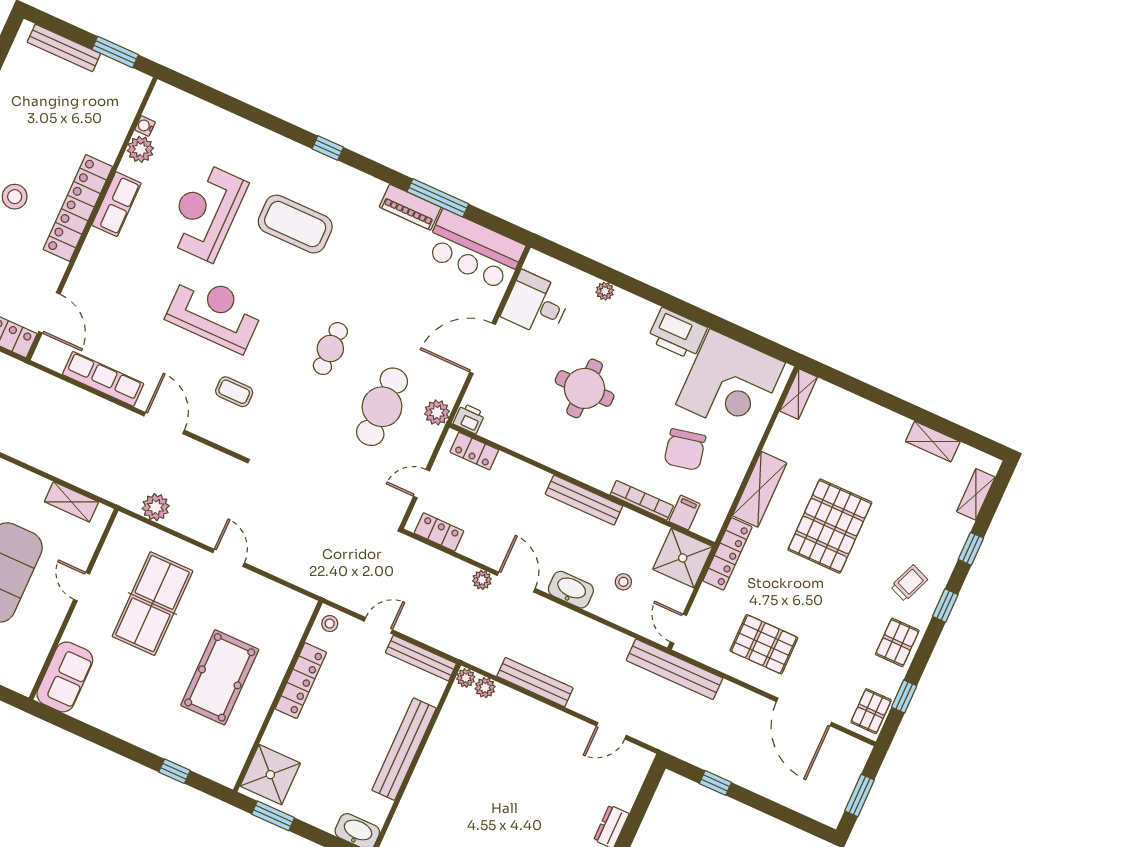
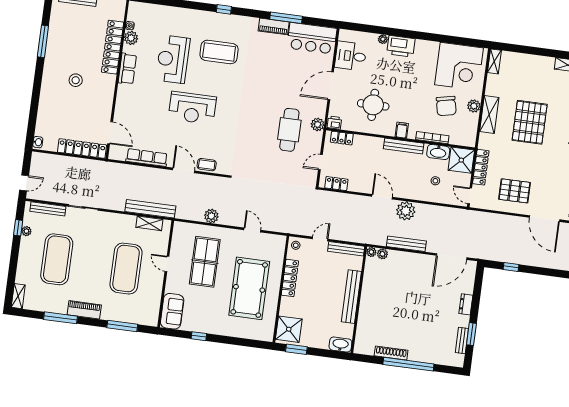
locker: (78, 208) -> (113, 47), moved
reception desk: (215, 312) -> (192, 108), turned 180
printer: (677, 334) -> (401, 46), moved
cafe table: (330, 349) -> (255, 109), removed
round table: (585, 388) -> (373, 105), moved
coffee table: (234, 392) -> (207, 165), moved
plant: (736, 465) -> (474, 106), added
plant: (156, 507) -> (211, 216), moved
filing cabinet: (685, 513) -> (402, 130), moved
locker: (727, 554) -> (481, 167), moved
door: (229, 558) -> (252, 230), moved
plant: (482, 580) -> (406, 211), moved, width x1.87, depth x1.87
washbasin: (571, 590) -> (438, 152), moved, turned 180
bench: (674, 669) -> (150, 209), moved
pool table: (220, 677) -> (249, 288), width x1.36, depth x1.32
door: (611, 731) -> (452, 257), width x1.88
window: (174, 771) -> (199, 336), moved

